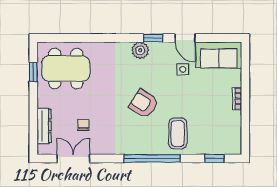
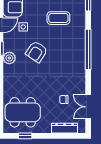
dining table: (66, 69) -> (23, 112), turned 90
armchair: (144, 104) -> (37, 52), moved
coffee table: (178, 134) -> (58, 18), moved

